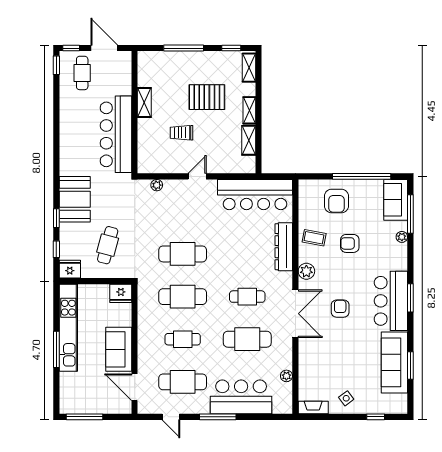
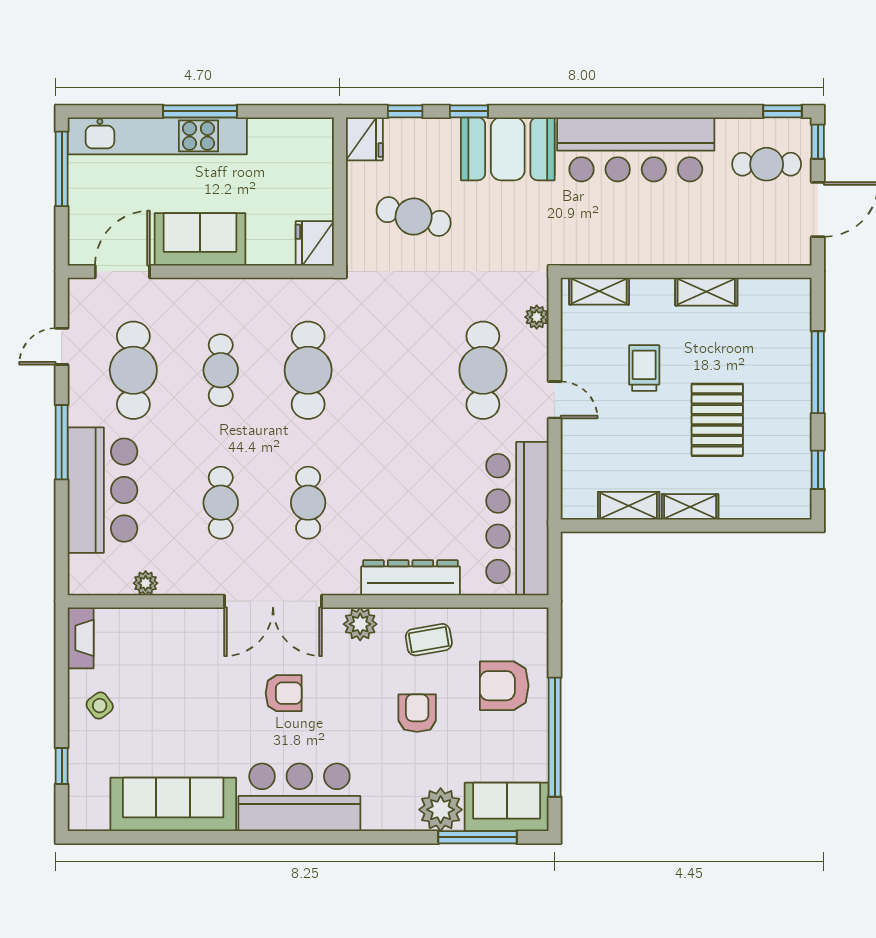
shelving: (249, 68) -> (599, 291), moved
bar counter: (116, 134) -> (636, 149), moved, turned 180
plant: (402, 237) -> (441, 810), width x1.87, depth x1.87
coffee table: (314, 238) -> (429, 640), turned 69
cafe table: (183, 254) -> (483, 370), moved
window: (410, 298) -> (305, 837), removed
kitchen unit: (68, 328) -> (157, 136), moved
cafe table: (247, 339) -> (221, 503), width x0.73, depth x0.74
window: (410, 365) -> (167, 837), removed

